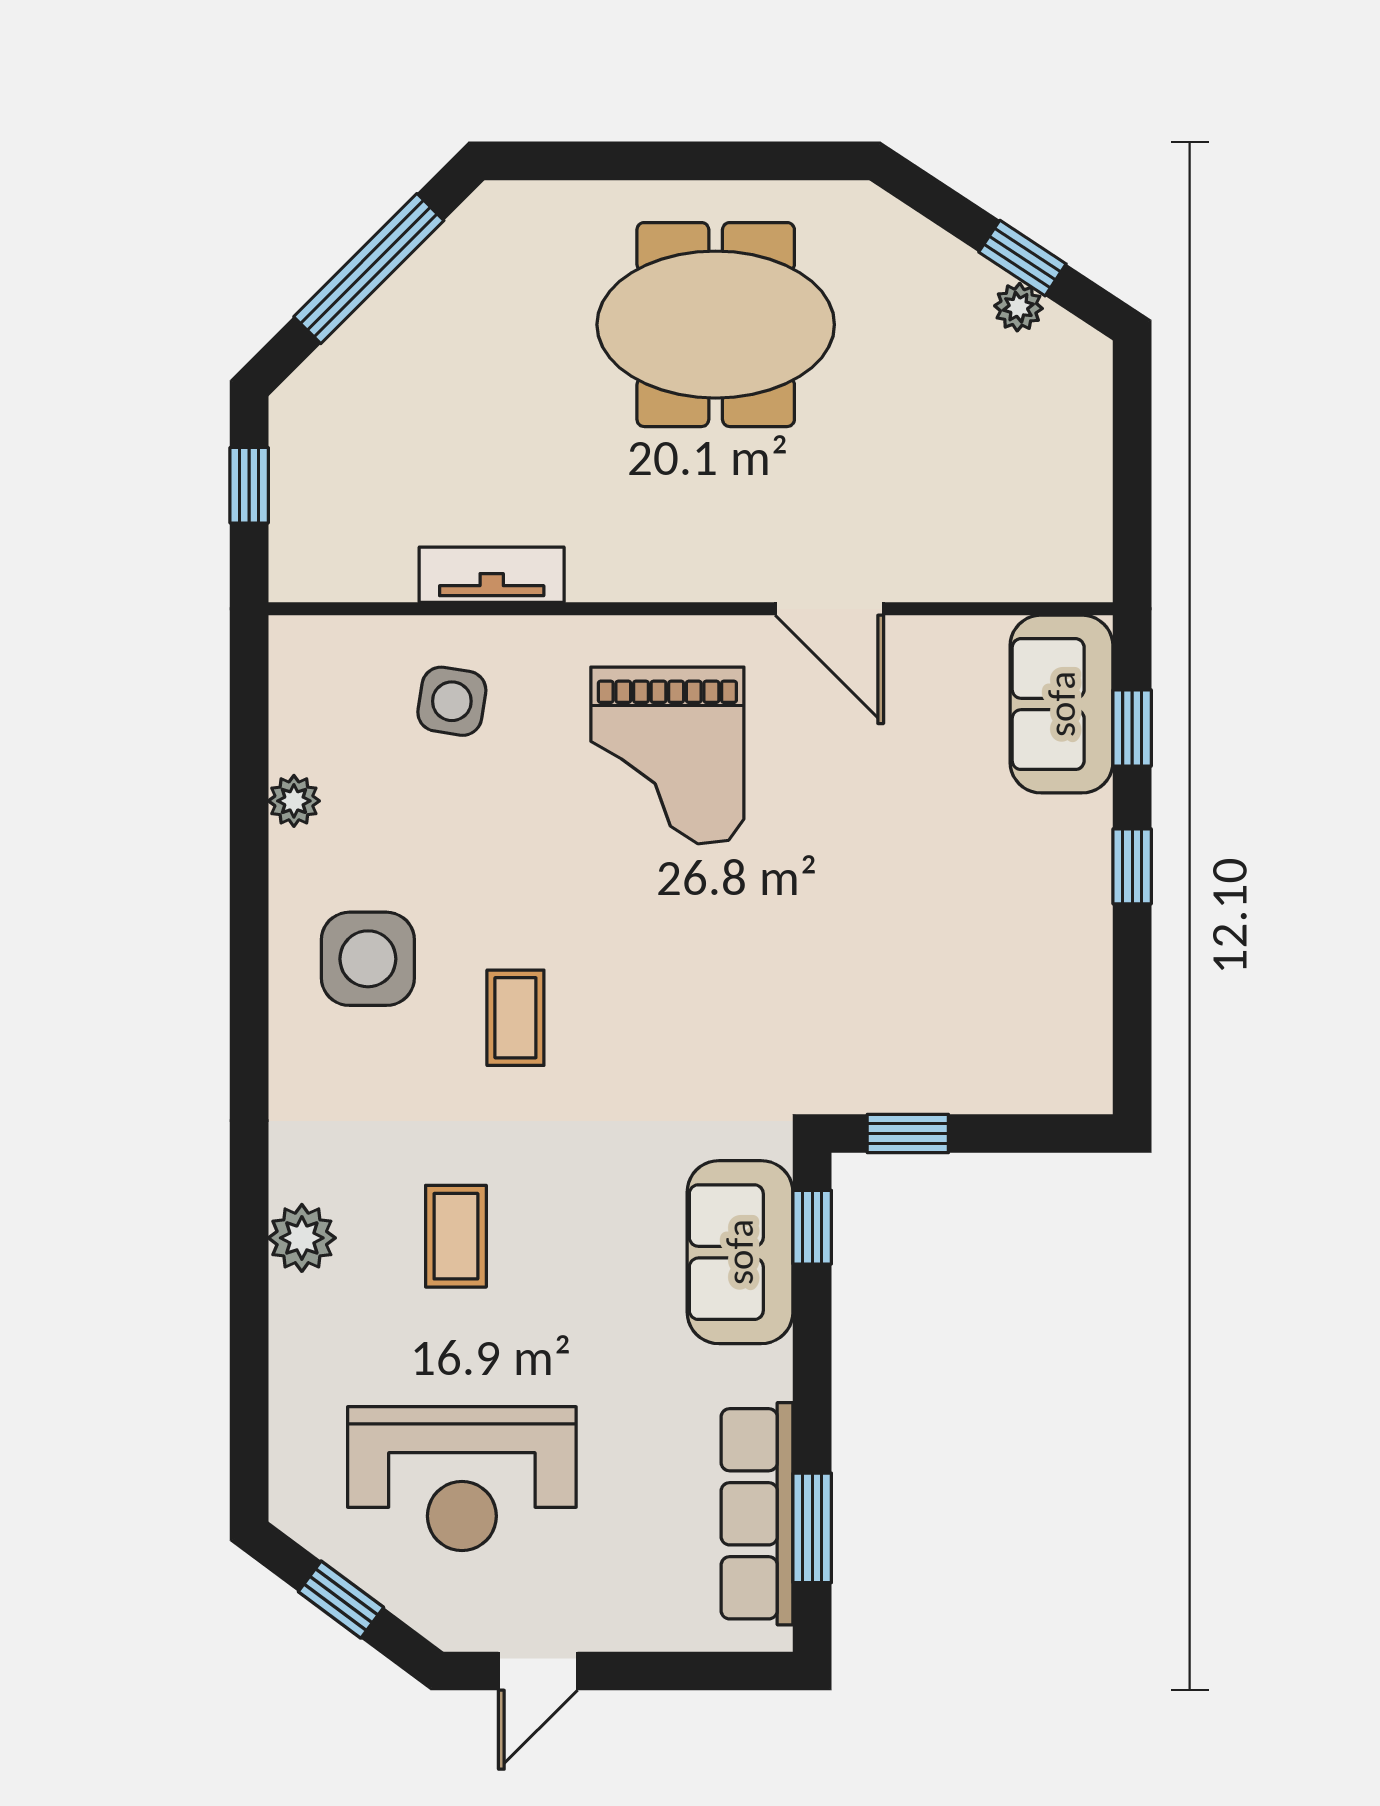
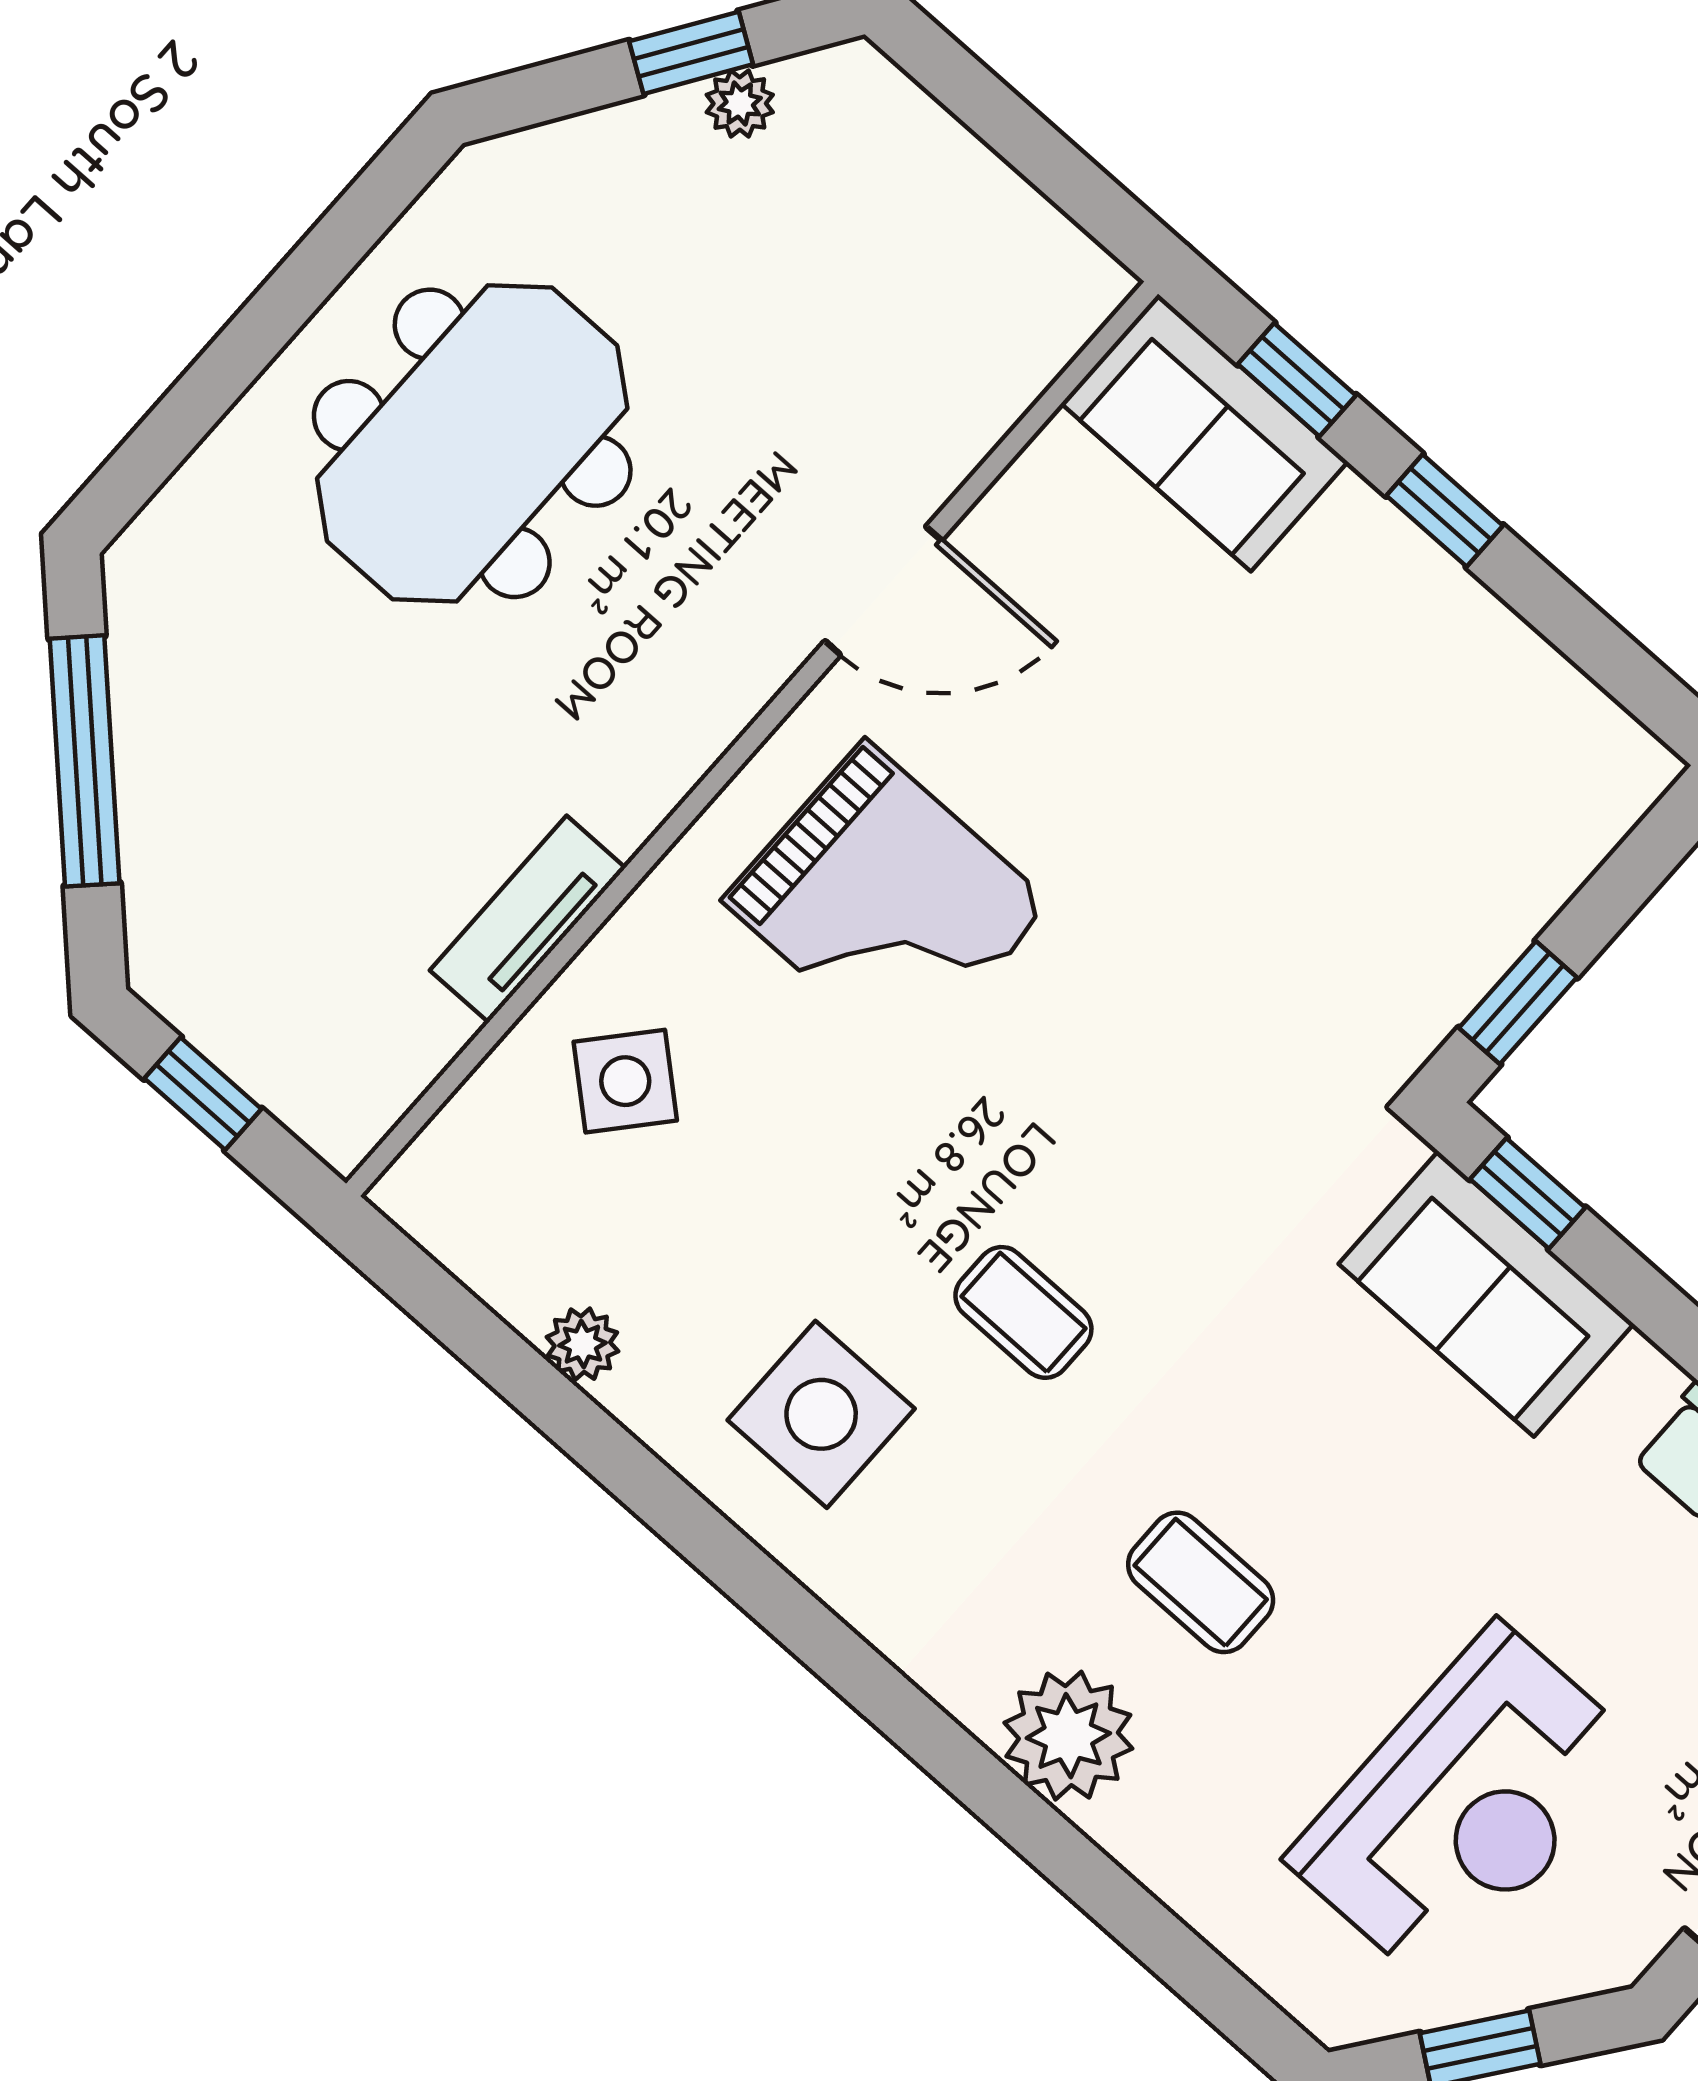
side table: (452, 701) -> (625, 1081), turned 32
plant: (302, 1238) -> (1068, 1736), width x1.36, depth x1.36

